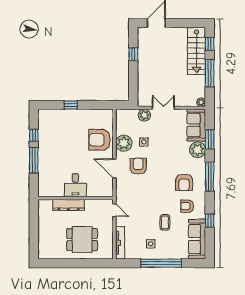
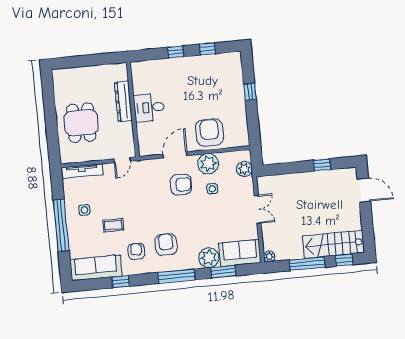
plant: (144, 115) -> (244, 169), moved
window: (34, 160) -> (176, 52), width x0.46
armchair: (184, 182) -> (166, 245), turned 90

